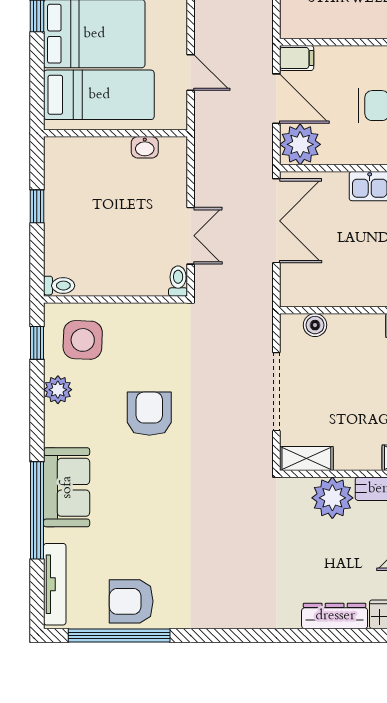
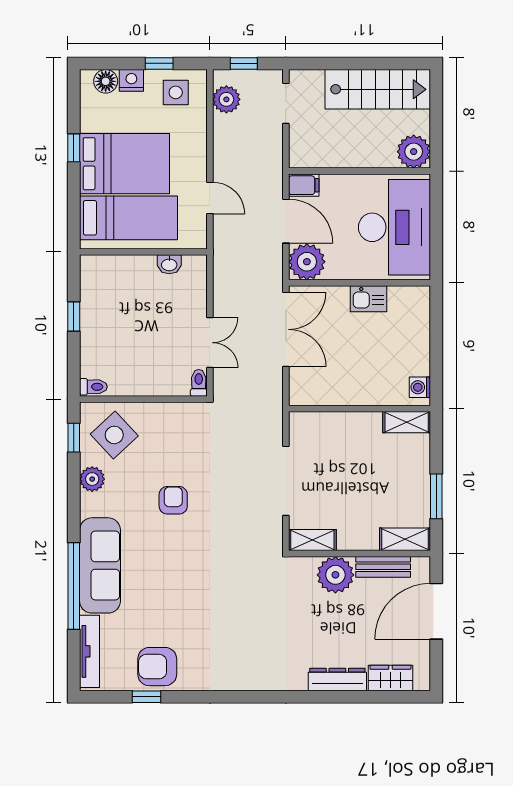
boiler: (315, 325) -> (320, 422), removed
side table: (83, 340) -> (114, 435), turned 45
armchair: (149, 414) -> (173, 500), width x0.72, depth x0.72
sofa: (67, 487) -> (100, 565), width x1.36
window: (119, 635) -> (147, 697), width x0.32

